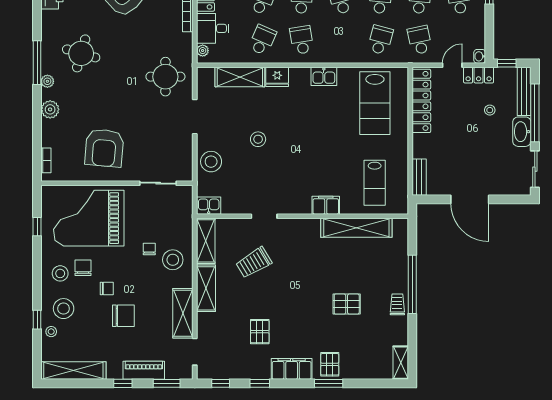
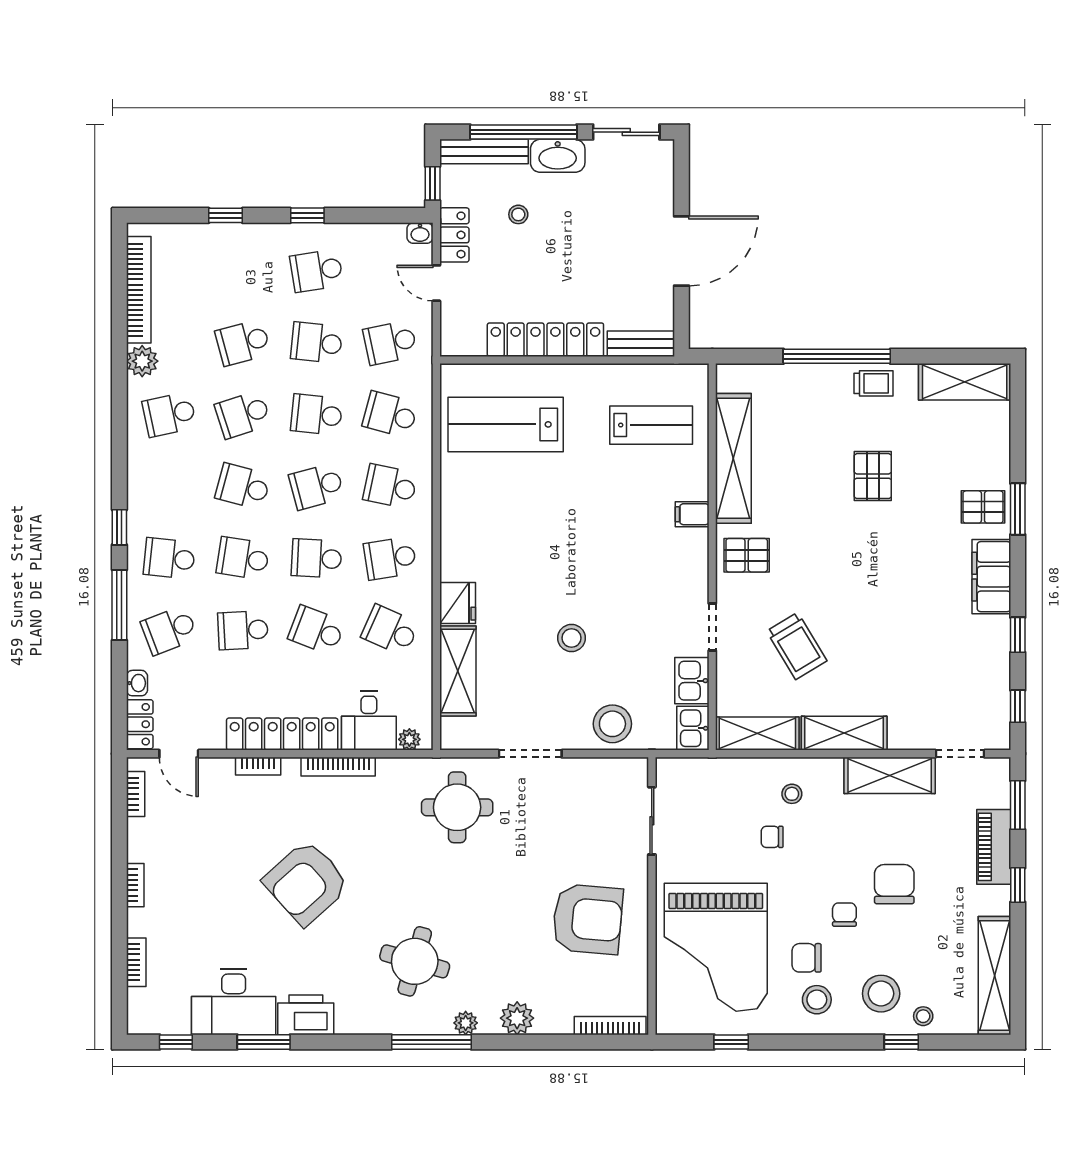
school desk: (341, 40) -> (390, 486), added
kitchen sink: (324, 76) -> (692, 681), moved, turned 180
locker: (421, 101) -> (545, 340), moved
lab bench: (375, 103) -> (506, 424), turned 180
bookcase: (46, 160) -> (610, 1026), width x1.56
filing cabinet: (326, 205) -> (692, 514), width x0.50
stool: (173, 260) -> (792, 794), width x0.53, depth x0.53
trolley: (397, 304) -> (873, 383), turned 180
pallet: (260, 332) -> (747, 555), moved
shelving: (401, 363) -> (965, 382), width x1.50, depth x1.33

